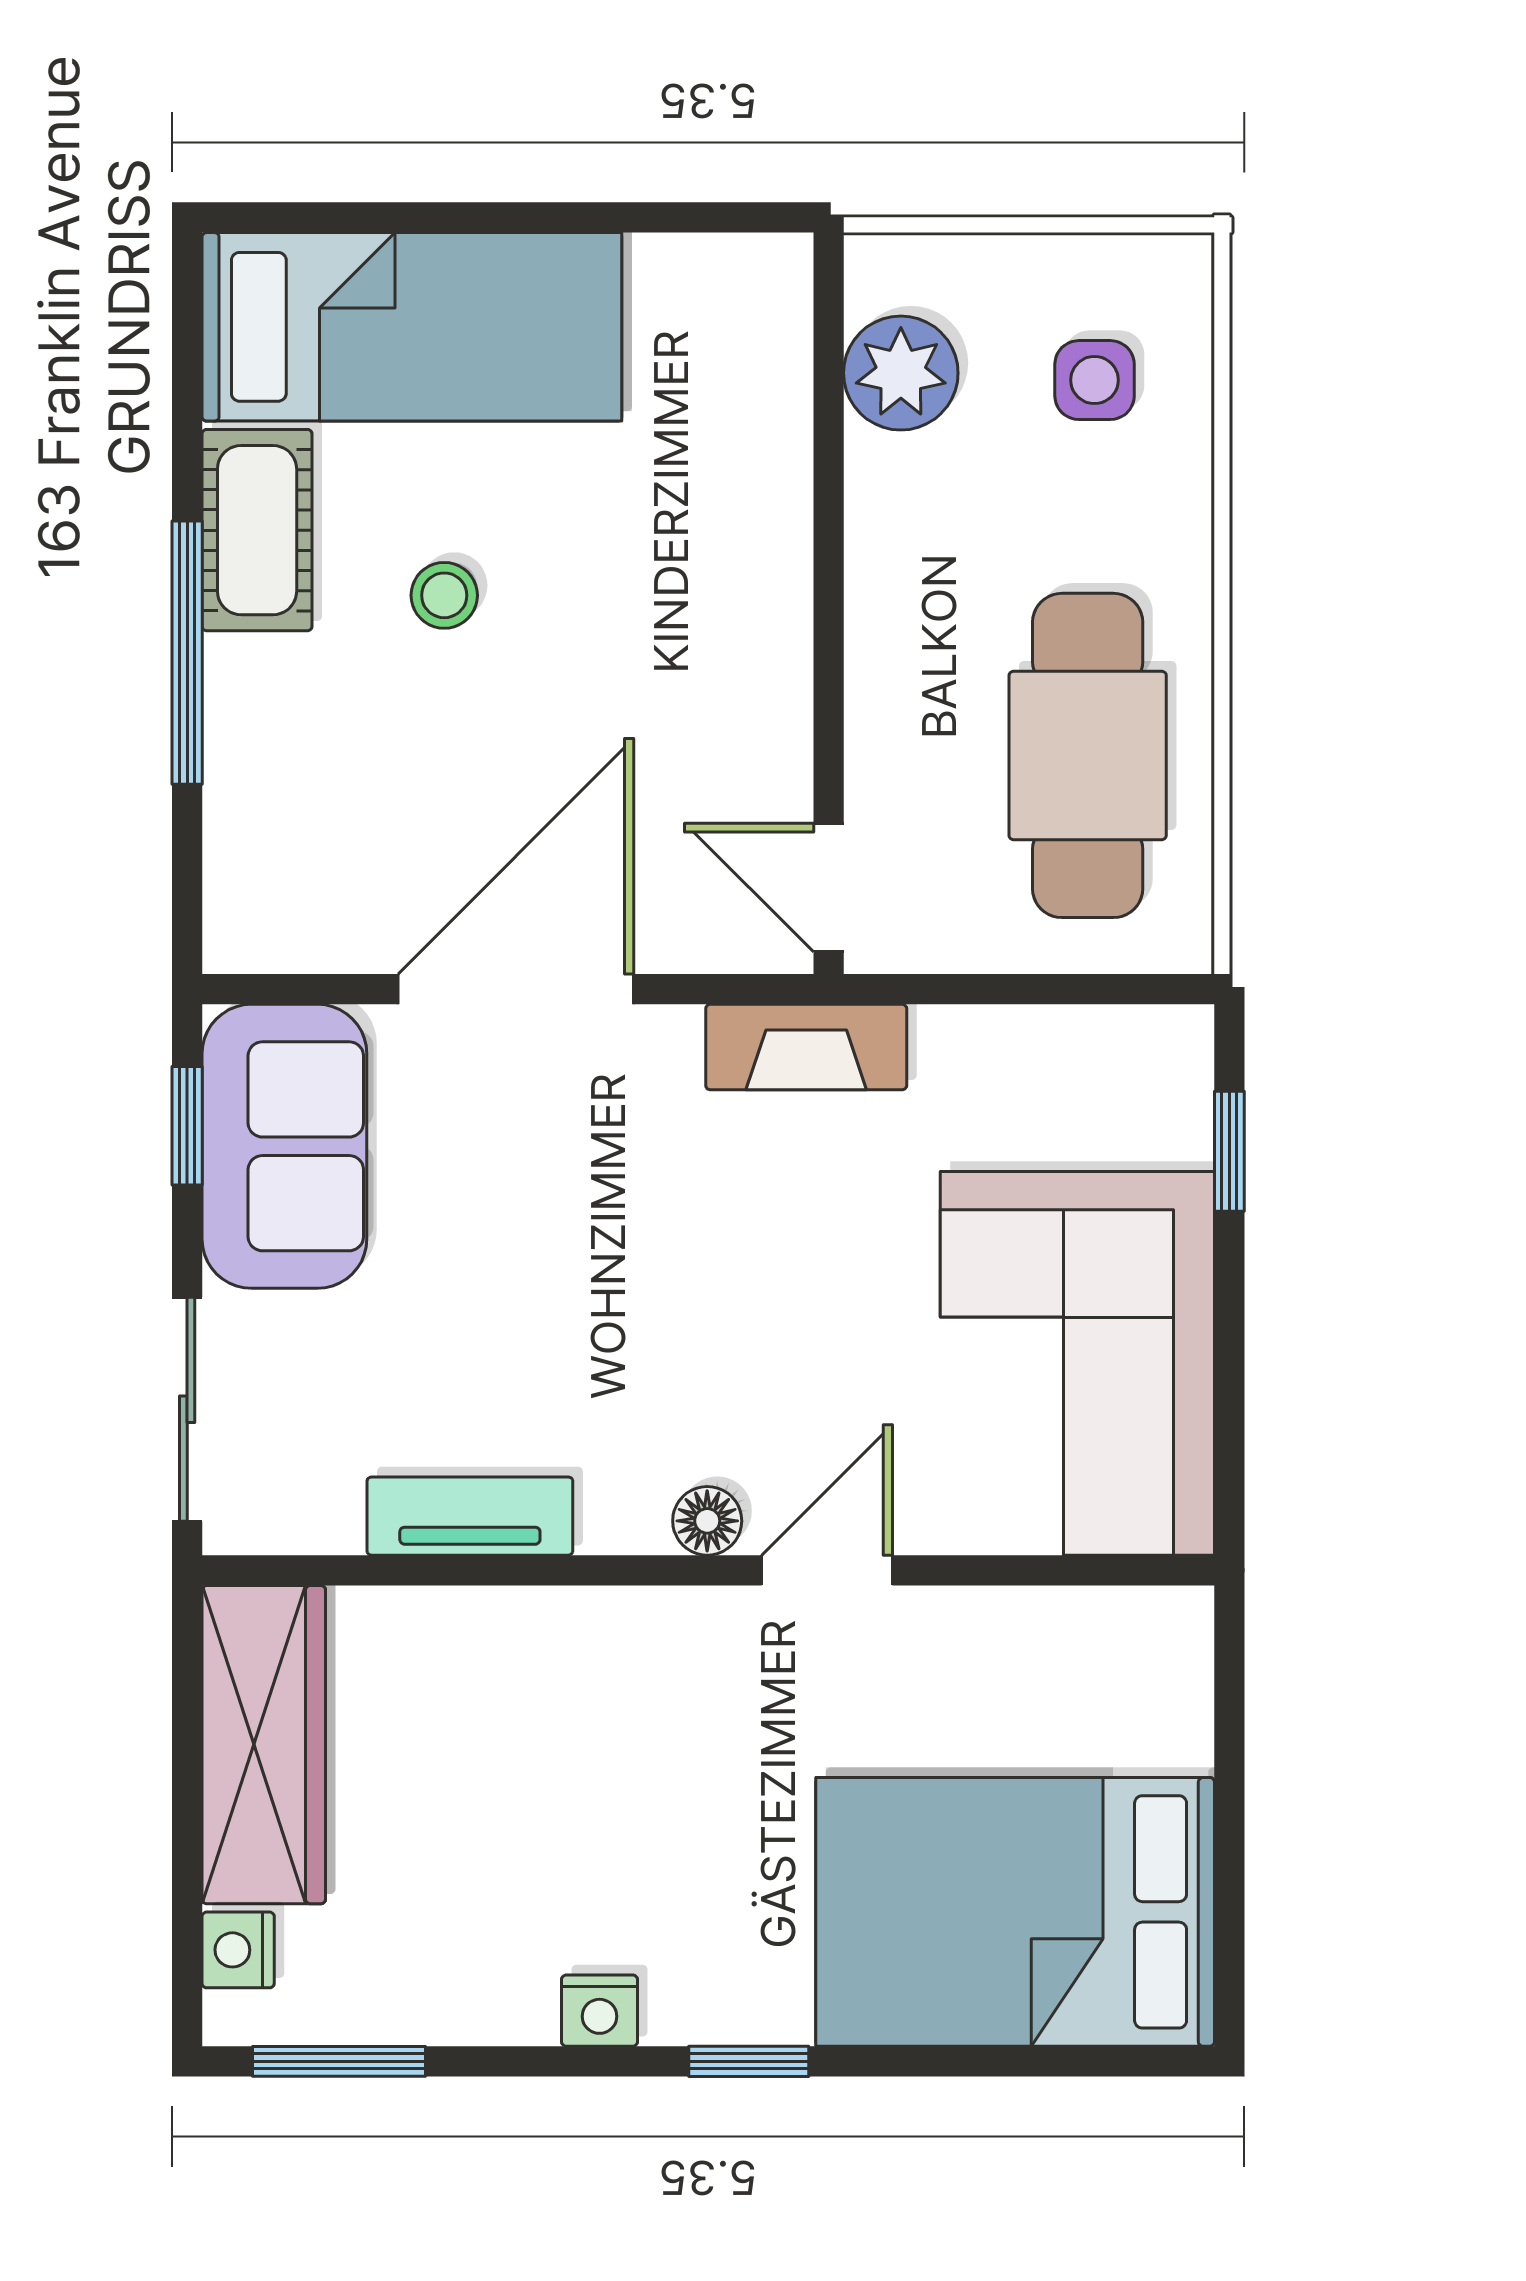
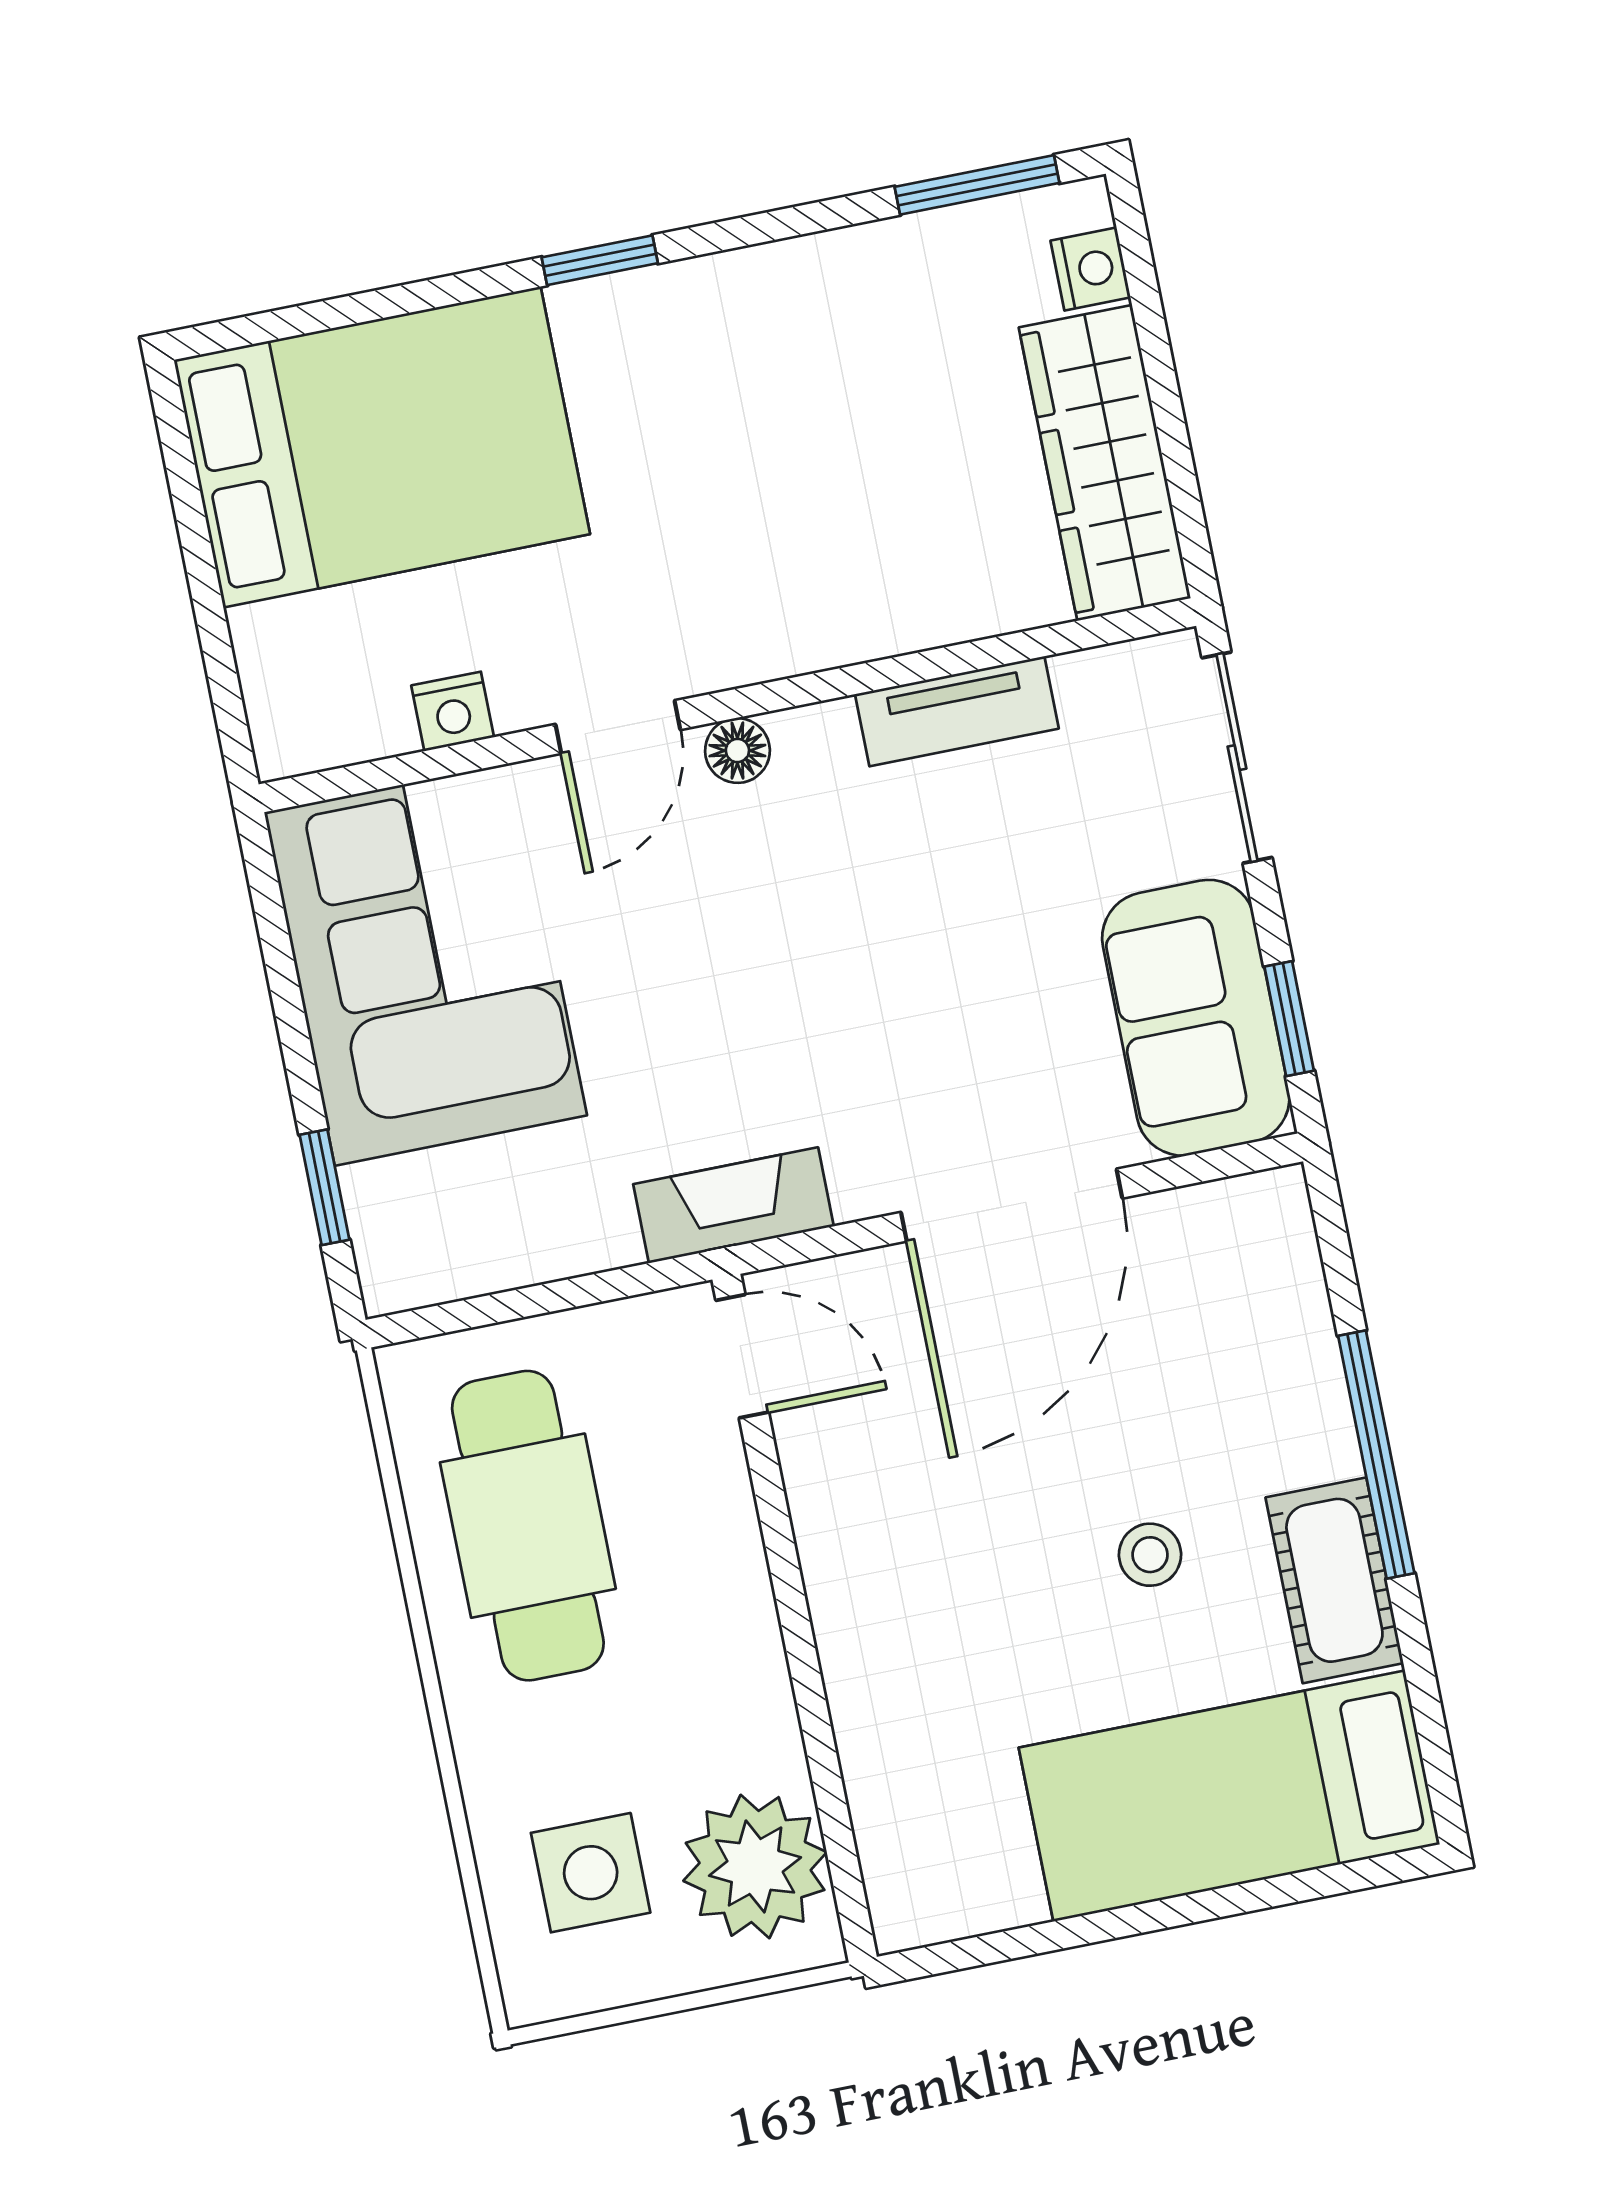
plant: (901, 373) -> (755, 1866), width x1.36, depth x1.36
side table: (1095, 380) -> (591, 1873), width x1.37, depth x1.37
nightstand: (600, 2011) -> (453, 711), moved, turned 180

